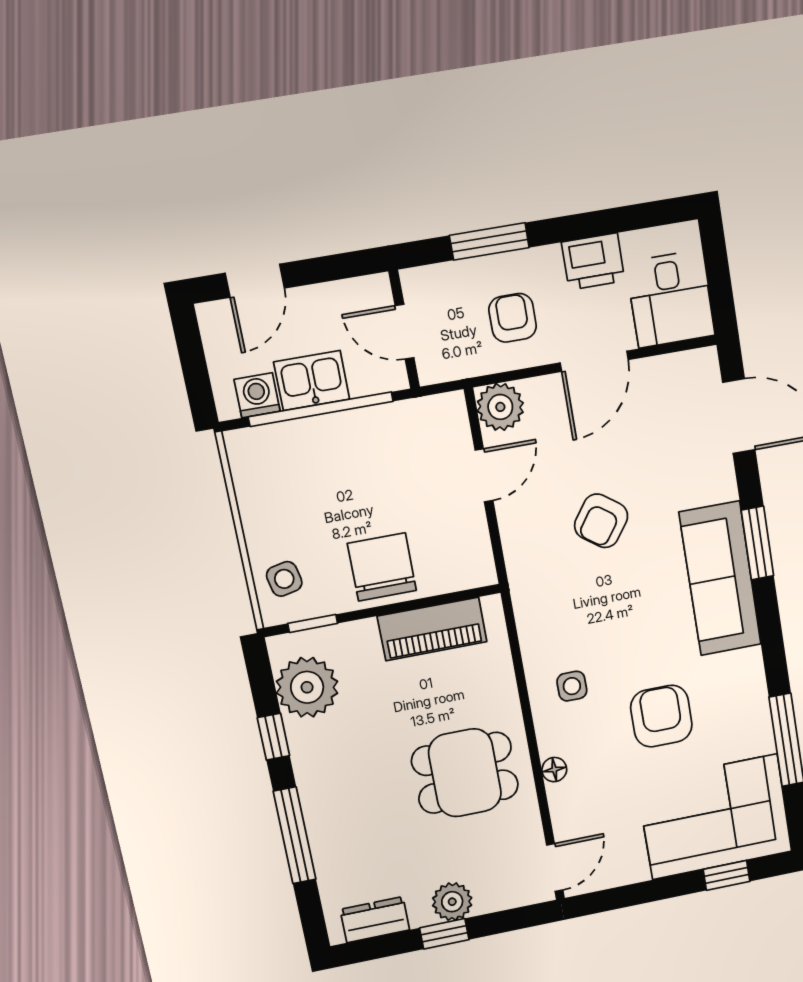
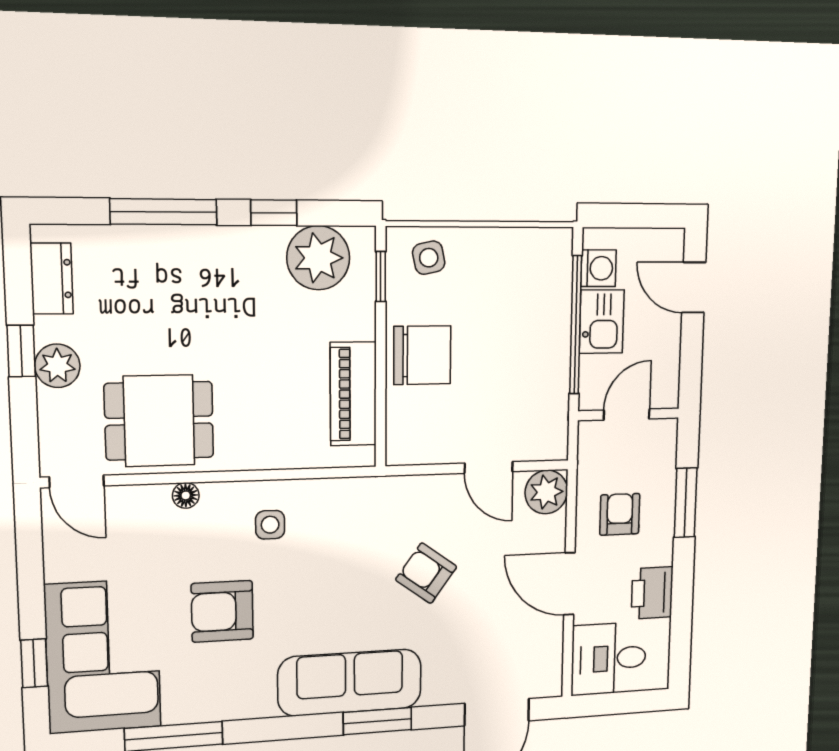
armchair: (513, 318) -> (620, 514), turned -90
armchair: (661, 716) -> (222, 611), turned 180
dining table: (465, 773) -> (159, 421), moved, turned 90

